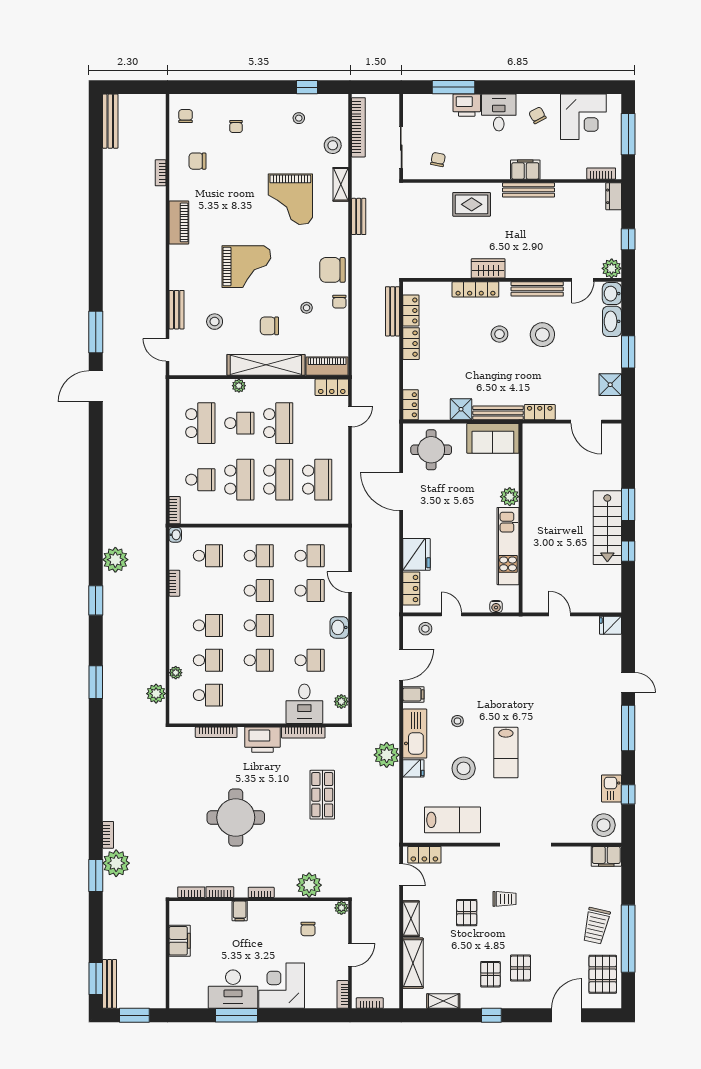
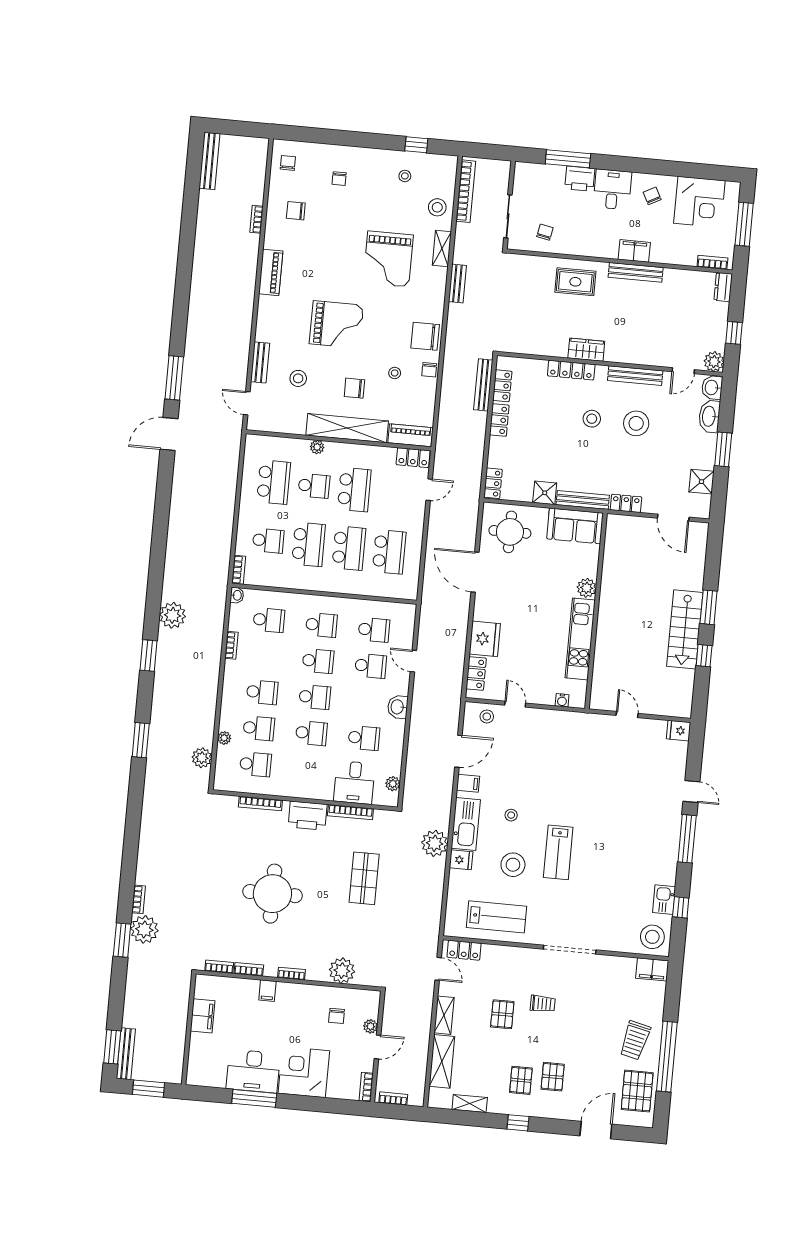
plant: (341, 908) -> (370, 1026), moved

